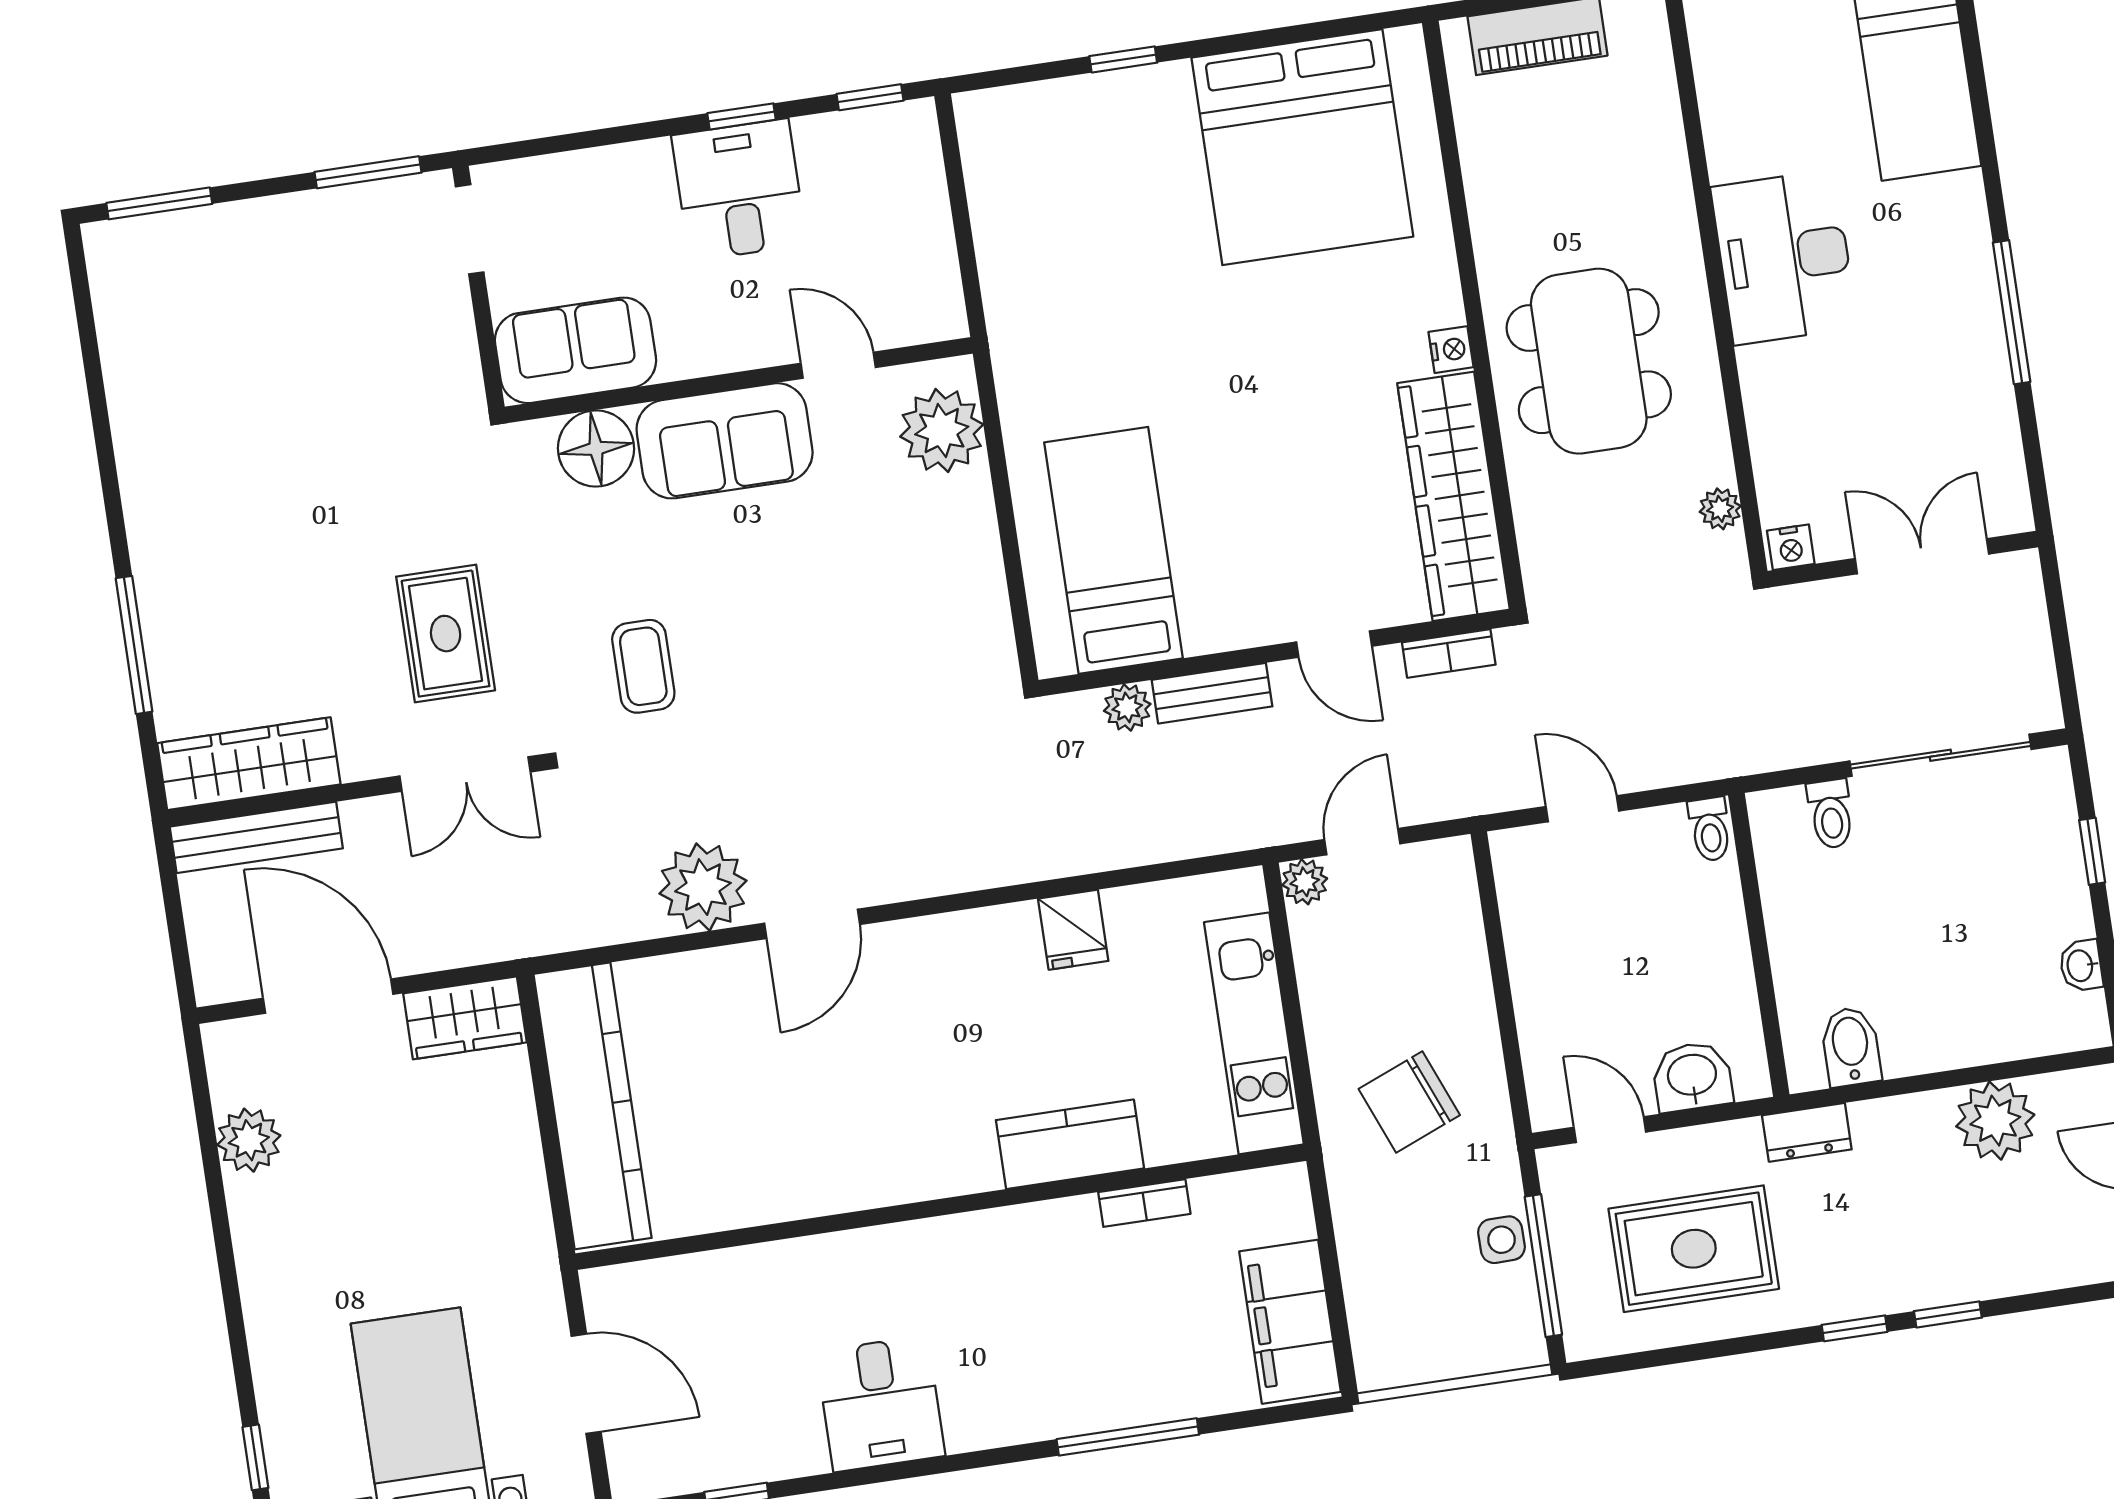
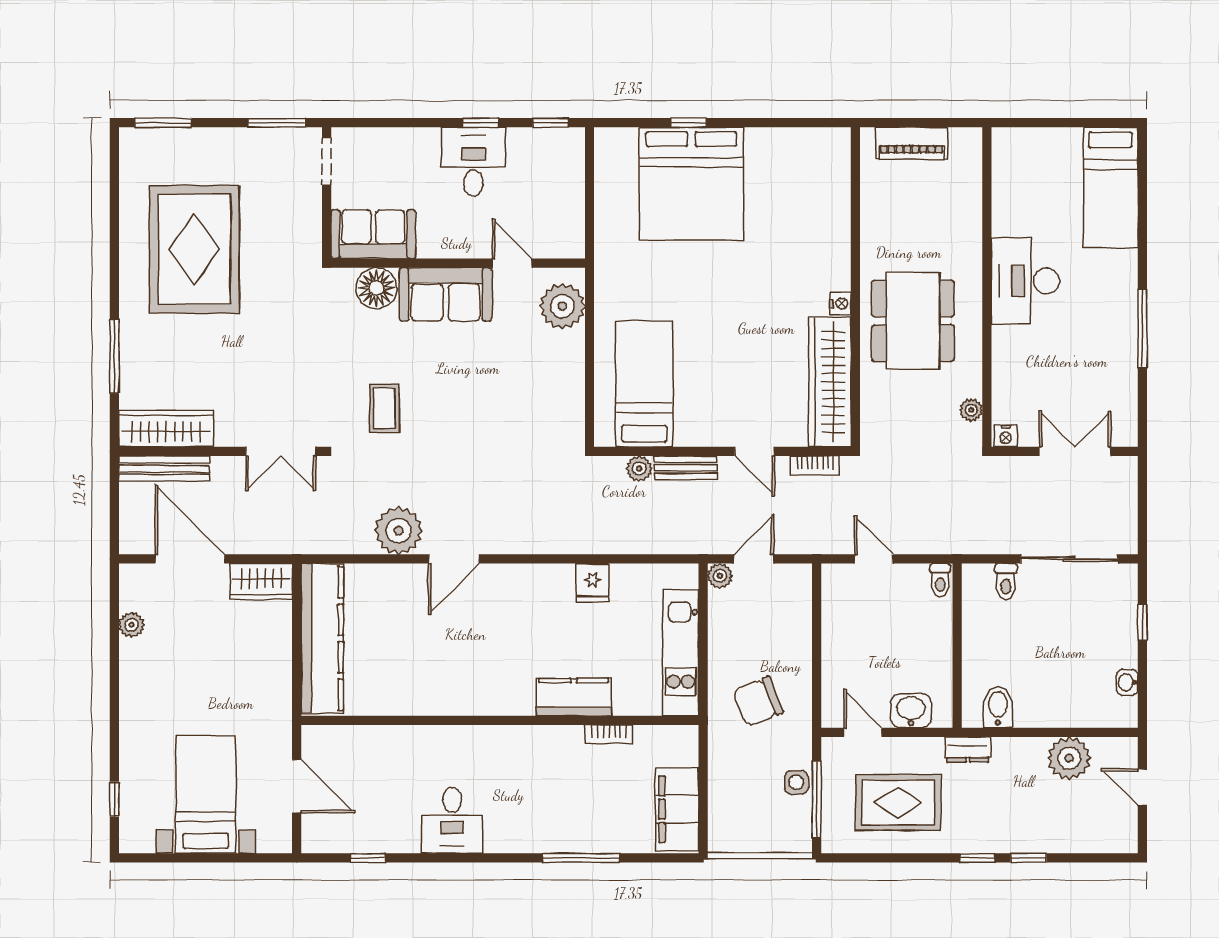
bed: (1302, 147) -> (691, 184), moved
rug: (446, 634) -> (194, 249), moved, width x1.86, depth x2.06
plant: (249, 1140) -> (131, 625), width x0.73, depth x0.73

